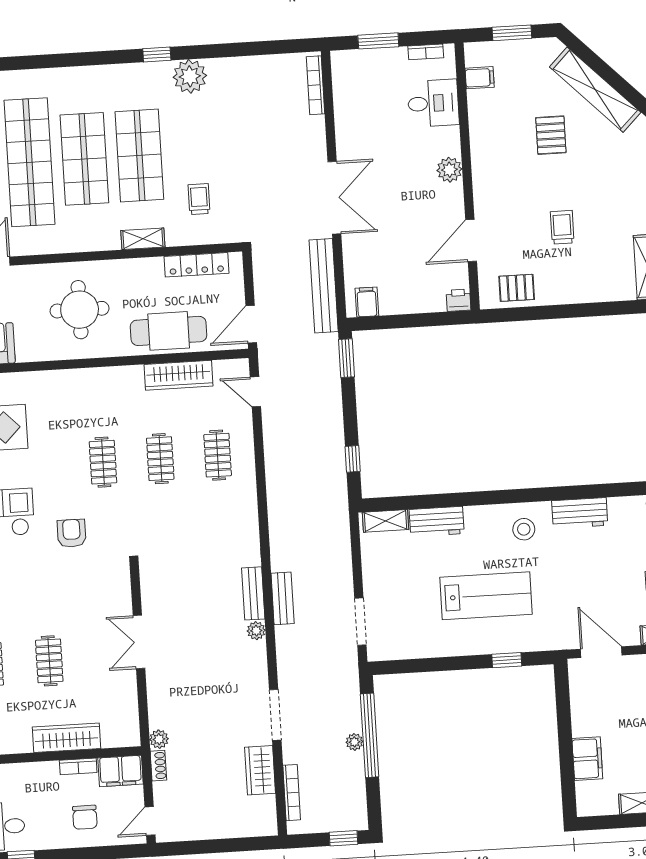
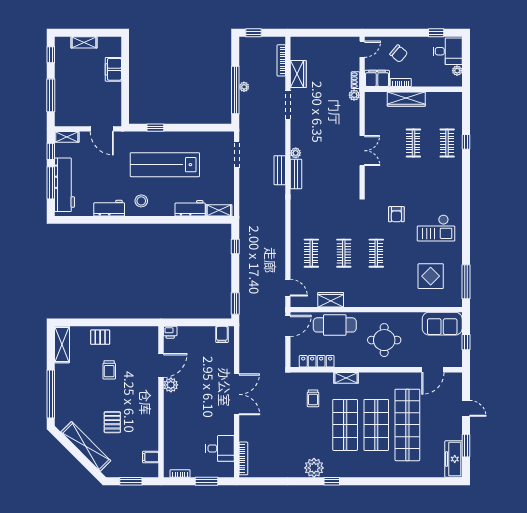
desk: (433, 103) -> (220, 448), moved, turned 180
plant: (449, 170) -> (171, 385), moved
double door: (334, 198) -> (237, 394), swing flipped
bench: (324, 286) -> (246, 345), removed
pallet: (517, 288) -> (100, 337), moved
wardrobe: (178, 375) -> (331, 300), width x0.67
lab bench: (486, 596) -> (165, 165), width x1.36
chair: (85, 817) -> (399, 54), turned 130

